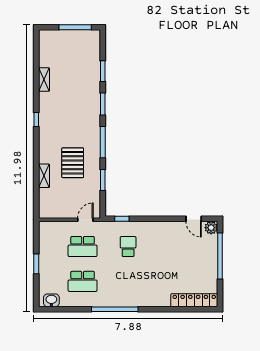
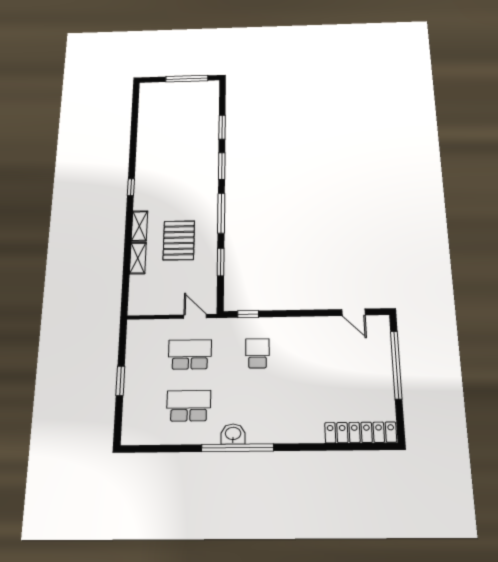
shelving: (44, 80) -> (139, 226), moved
door: (85, 220) -> (195, 316), hinge flipped
plant: (211, 228) -> (380, 324), removed
school desk: (83, 247) -> (190, 354), turned 180
school desk: (83, 281) -> (189, 406), turned 180
washbasin: (51, 300) -> (233, 434), moved

